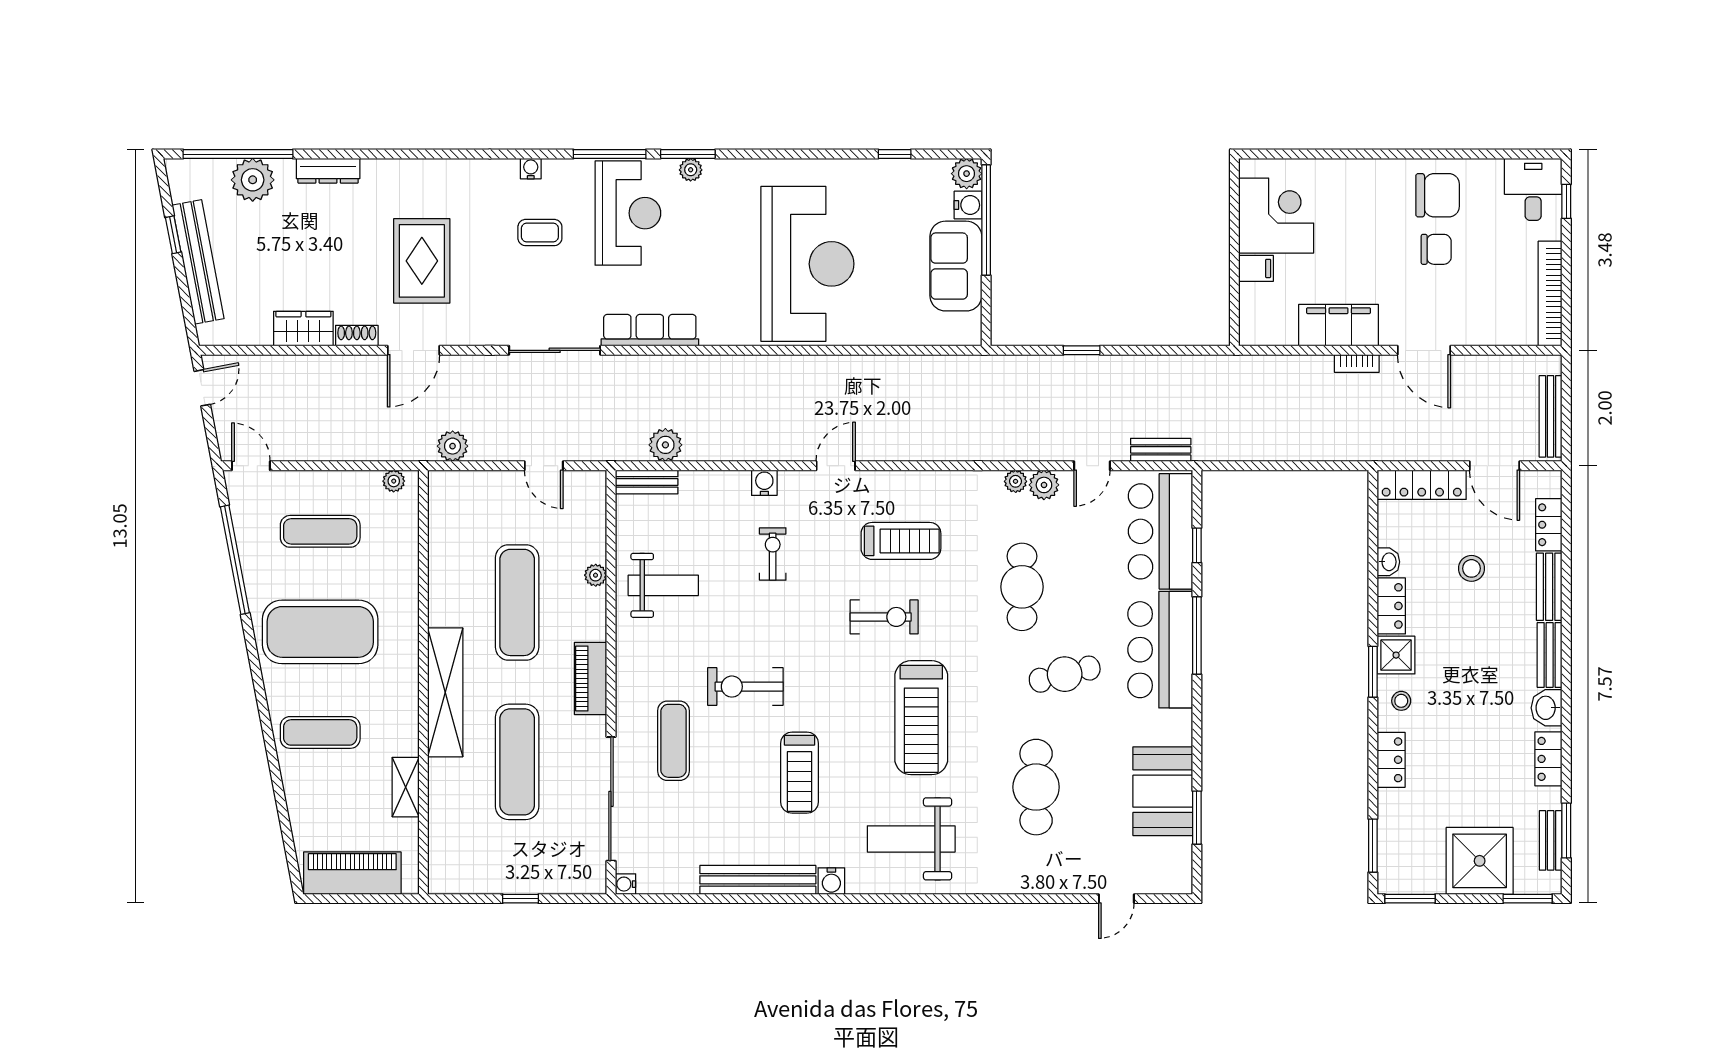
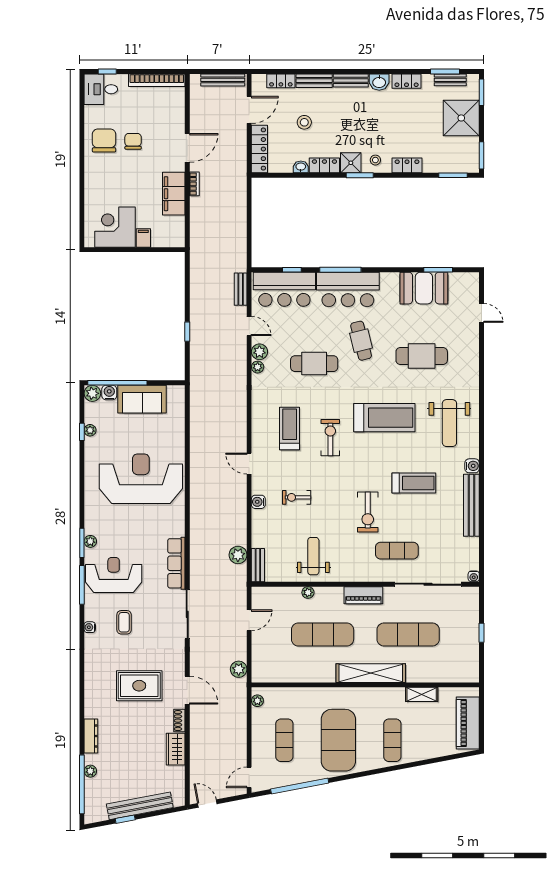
plant: (898, 169) -> (90, 430), added
plant: (253, 180) -> (90, 771), width x0.53, depth x0.53

